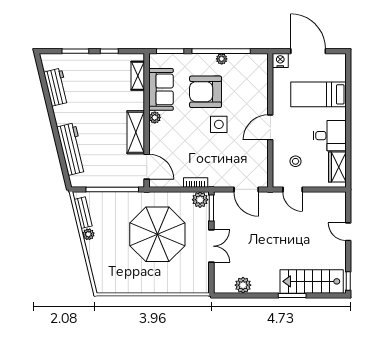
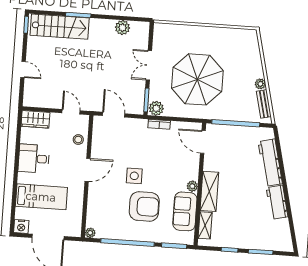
plant: (222, 59) -> (90, 233), moved
nightstand: (280, 60) -> (21, 227), moved
workbench: (56, 87) -> (277, 202), moved
shelving: (136, 132) -> (209, 191), moved
stool: (296, 161) -> (78, 140), moved
wardrobe: (337, 167) -> (35, 119), moved, turned 90

